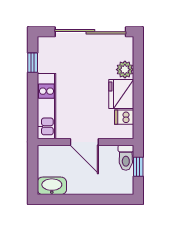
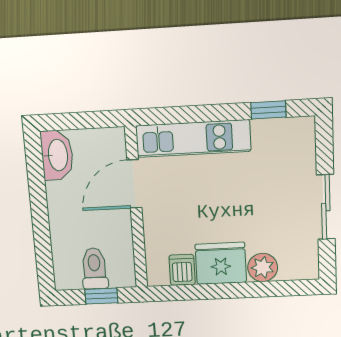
sliding door: (90, 32) -> (326, 207), width x0.54
door: (84, 142) -> (134, 184), moved
toilet: (126, 158) -> (94, 268), moved, turned 90

